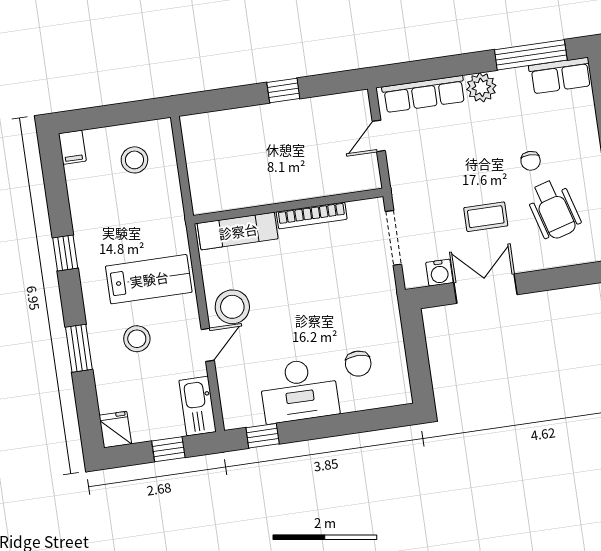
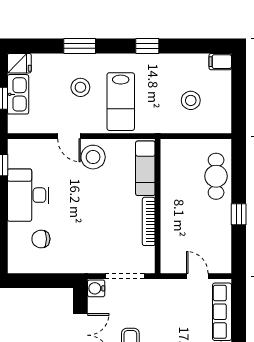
cafe table: (234, 130) -> (216, 176), added
stool: (134, 160) -> (191, 100), moved
water cooler: (439, 273) -> (96, 288), moved
kitchen sink: (198, 406) -> (18, 94), moved, turned 90

